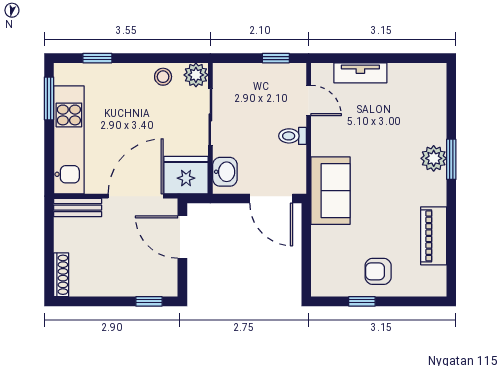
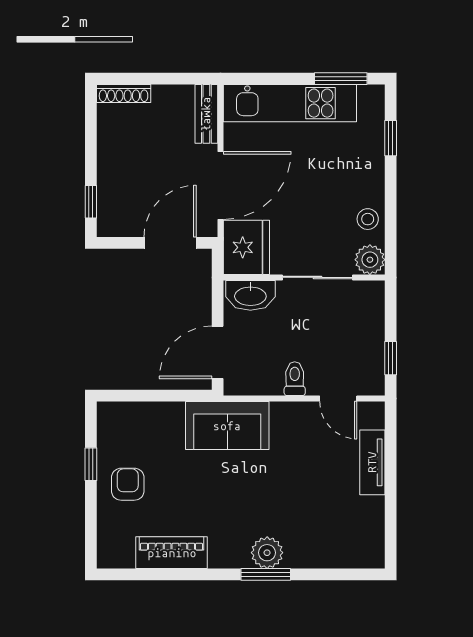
door: (309, 101) -> (338, 399), hinge flipped
washbasin: (225, 172) -> (250, 295), width x1.38
door: (136, 196) -> (221, 185), hinge flipped

